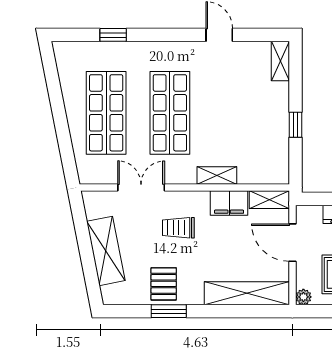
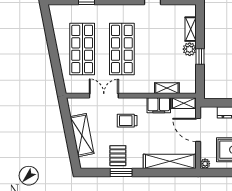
shelving: (280, 61) -> (191, 29), moved
plant: (279, 113) -> (190, 49), added
shelving: (217, 176) -> (167, 88), moved

